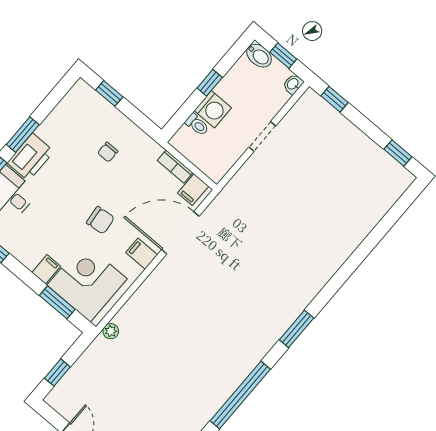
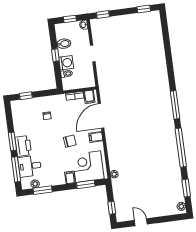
bidet: (259, 56) -> (64, 44), moved
window: (297, 329) -> (175, 105), width x1.44

